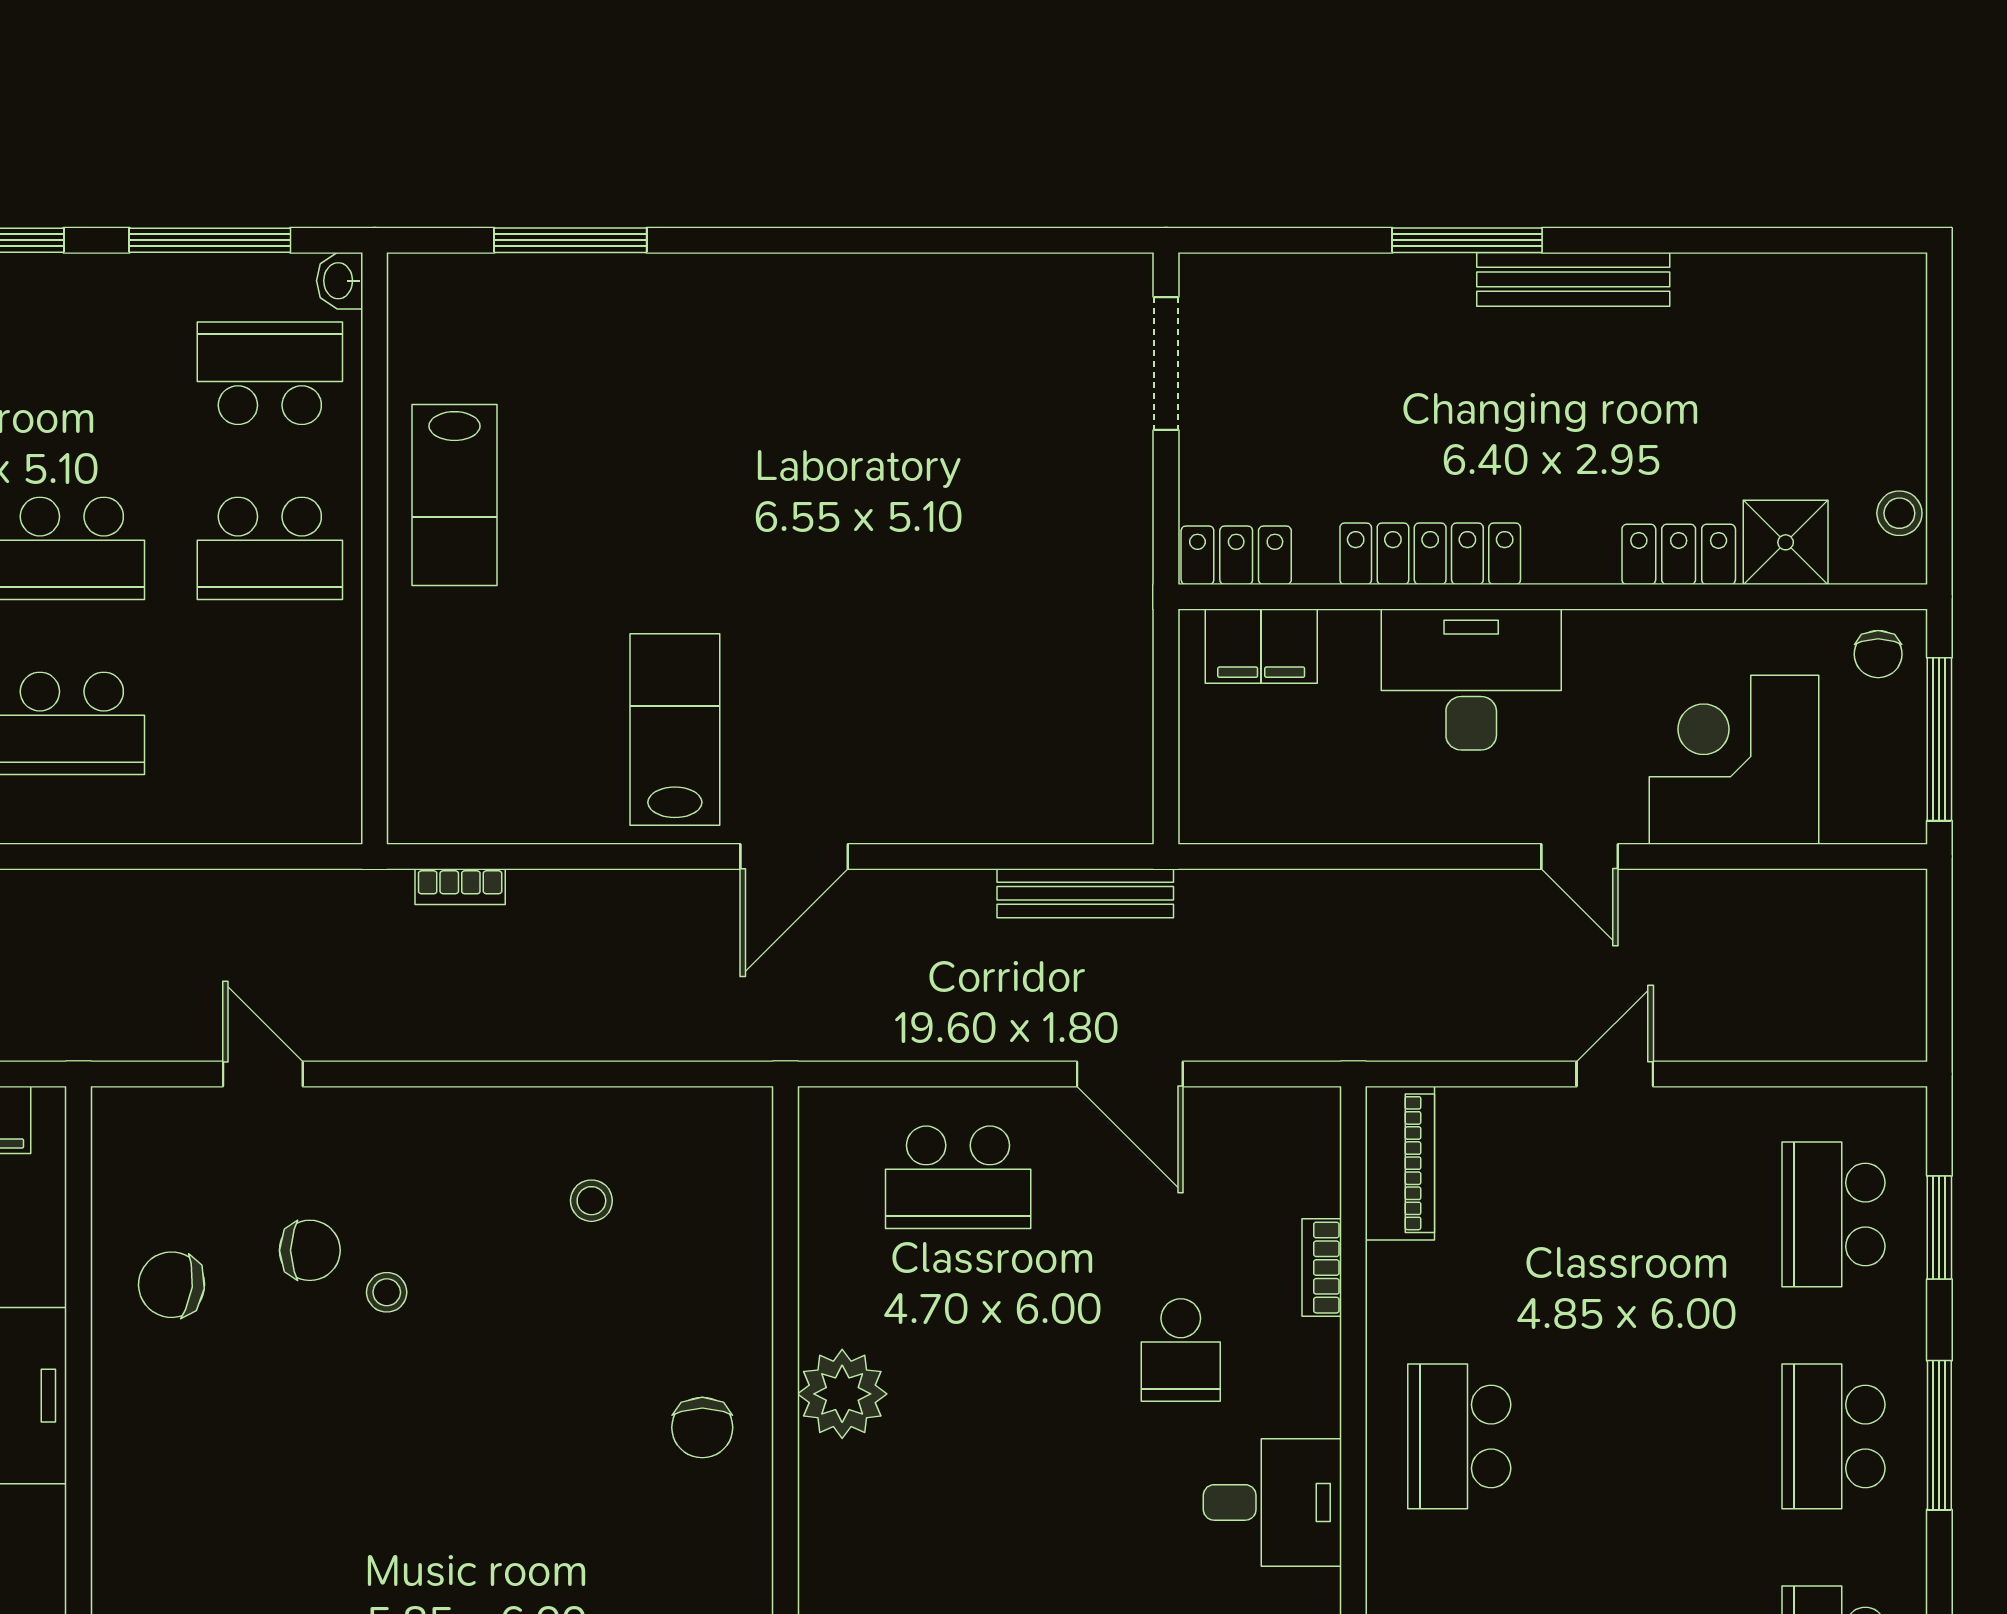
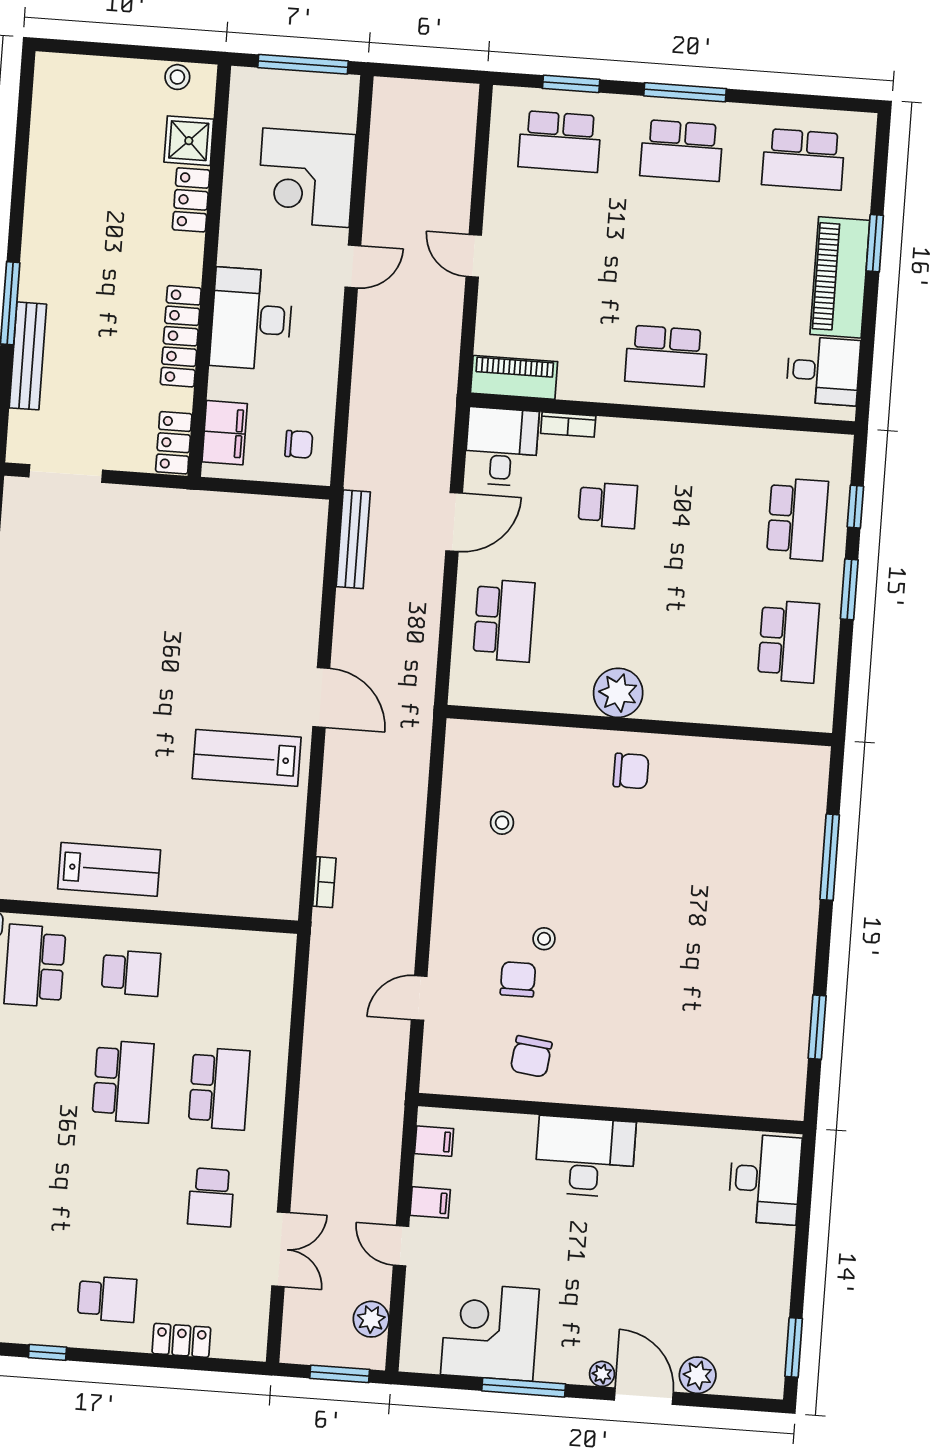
bench: (1573, 279) -> (28, 356), moved
school desk: (270, 548) -> (131, 973), width x0.54
chair: (1878, 654) -> (299, 444), moved
desk: (1272, 1502) -> (502, 447), moved

